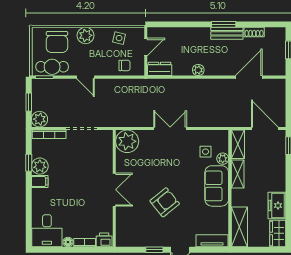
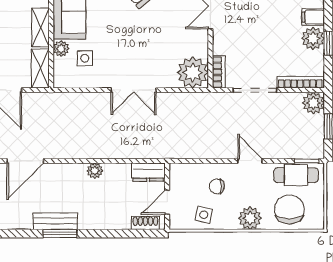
shoe rack: (254, 32) -> (145, 223), moved
chair: (124, 65) -> (217, 186), moved
bookcase: (108, 142) -> (219, 72), added

